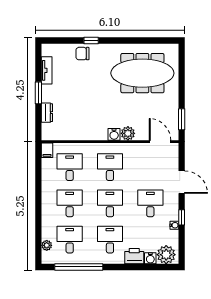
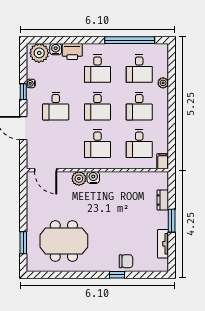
meeting table: (142, 73) -> (64, 241), width x0.73
window: (182, 119) -> (23, 243), moved
plant: (47, 245) -> (163, 83), moved

